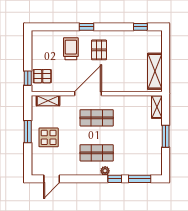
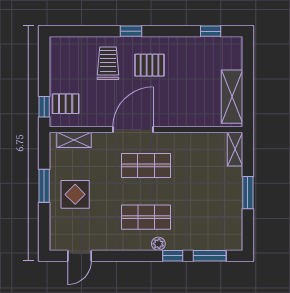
pallet: (99, 50) -> (150, 65), turned 90

